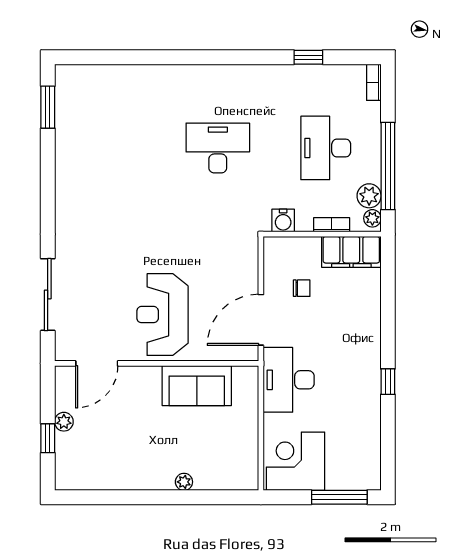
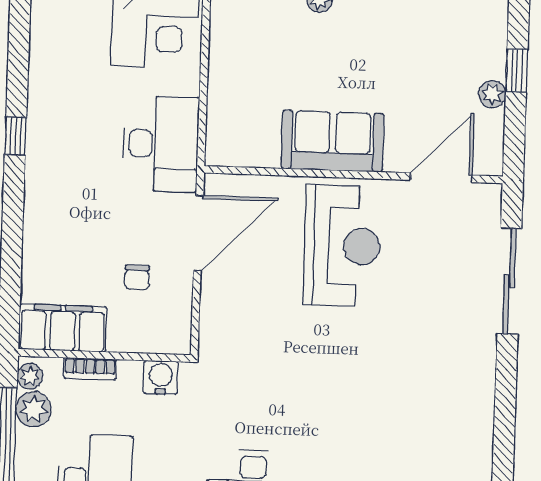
chair: (302, 288) -> (137, 277), turned -90
sofa: (197, 386) -> (332, 141), moved

